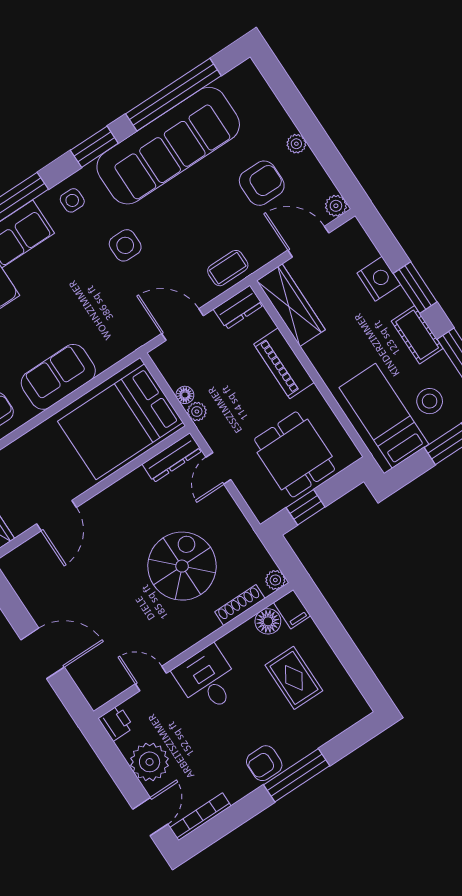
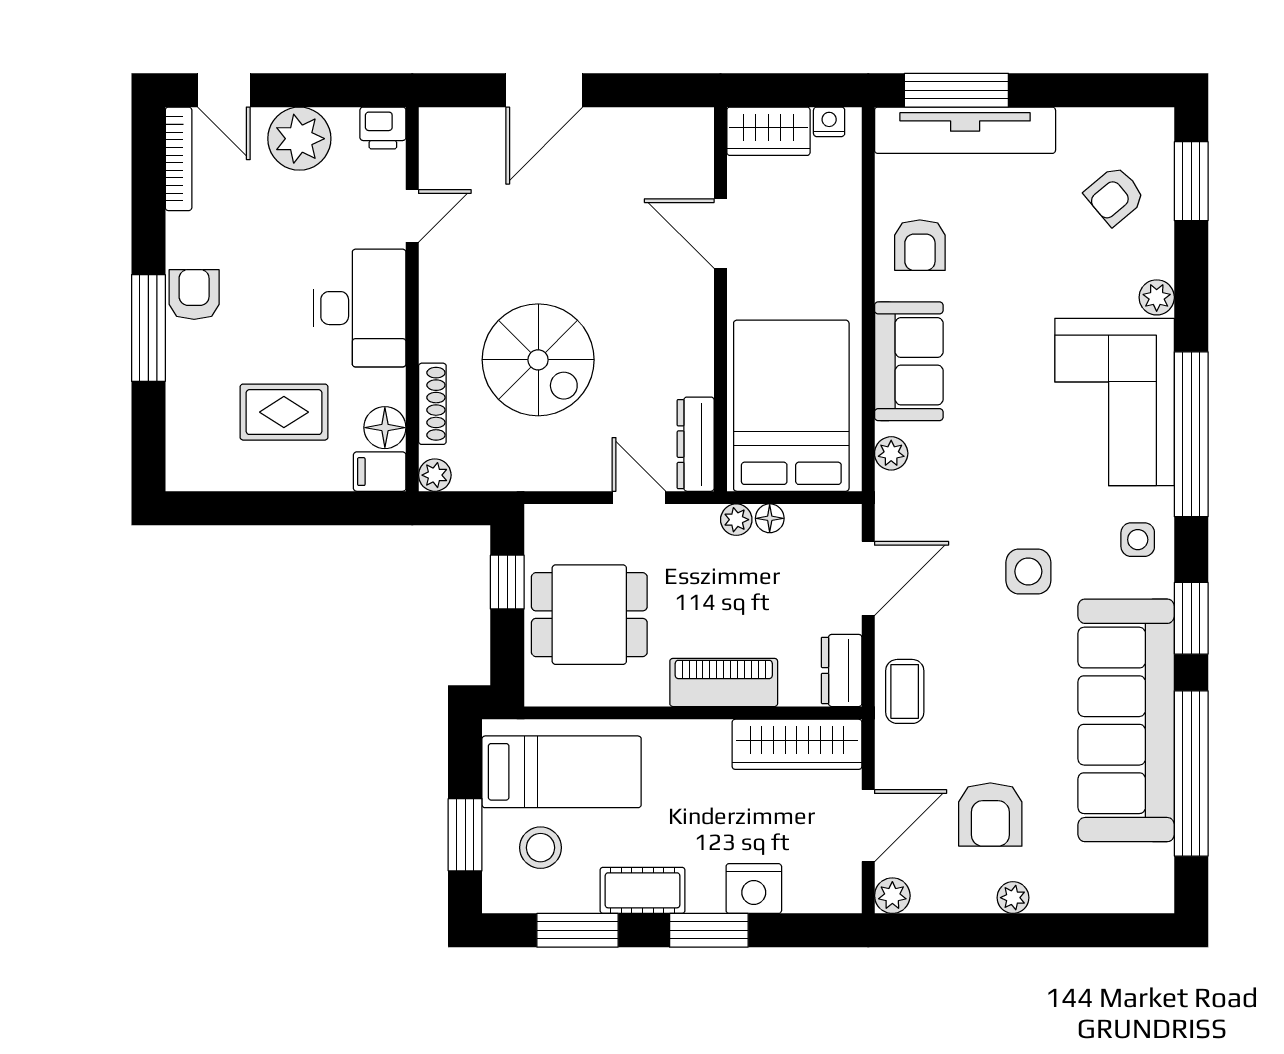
plant: (111, 355) -> (891, 453), added
desk: (207, 680) -> (360, 308), width x1.37

